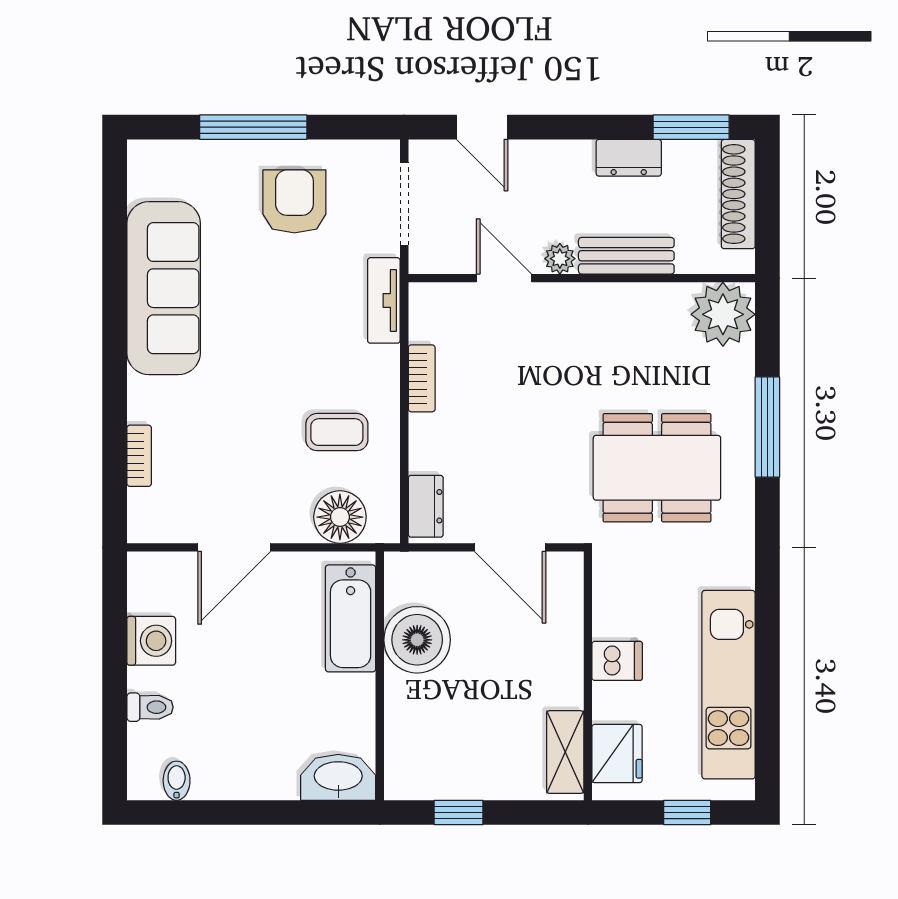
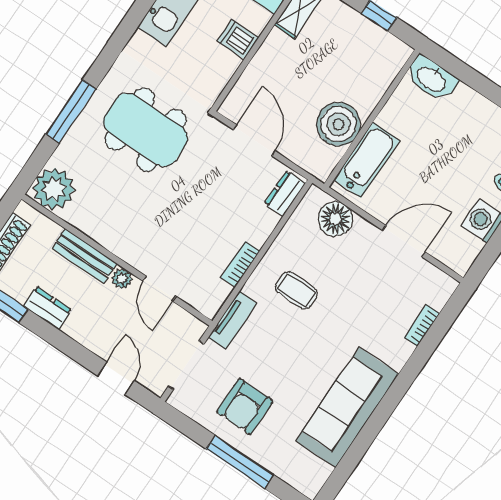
coffee table: (337, 432) -> (296, 290), moved

